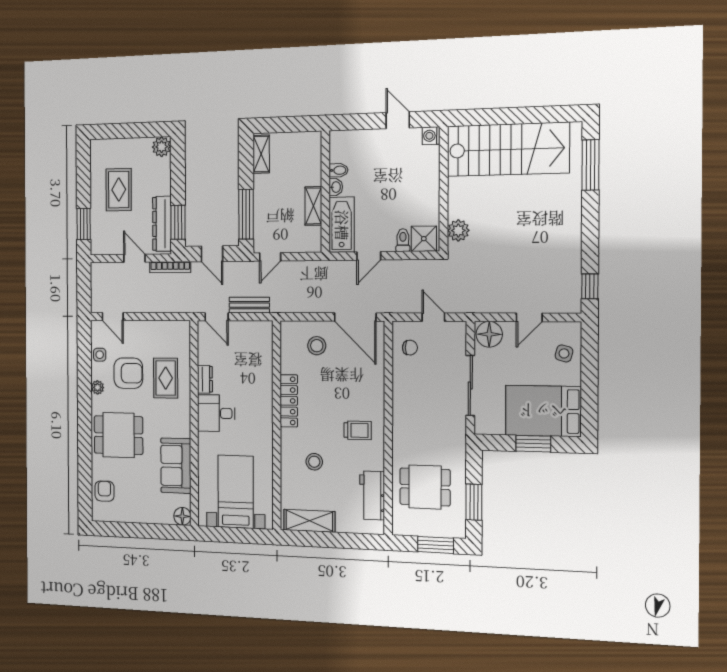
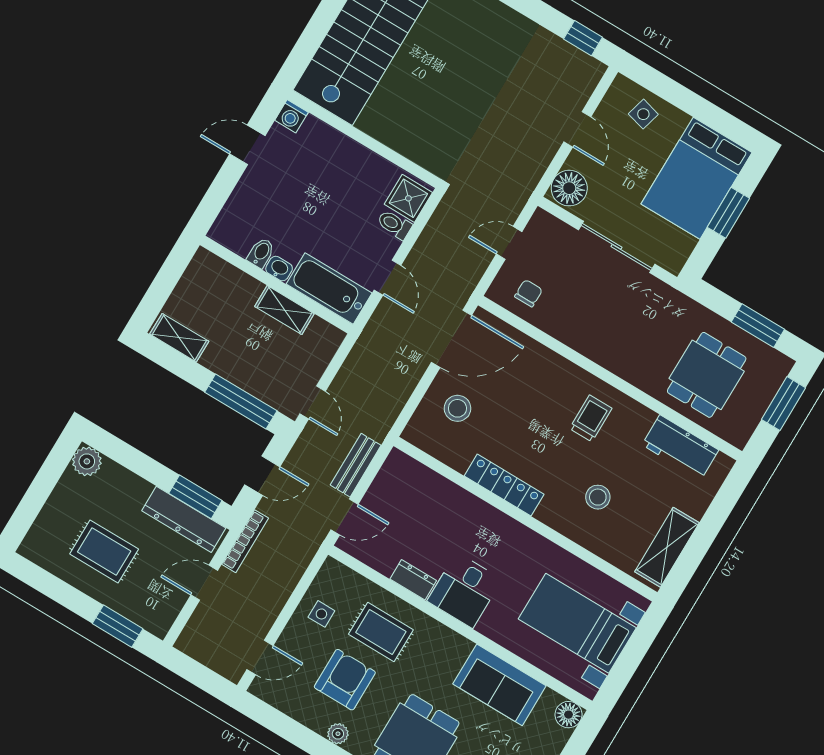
plant: (458, 230) -> (424, 151), removed
side table: (100, 355) -> (321, 614), moved

